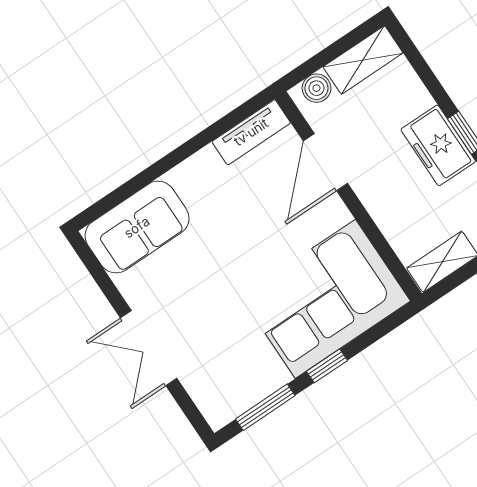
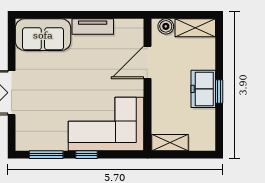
tv unit: (251, 132) -> (93, 27), moved

